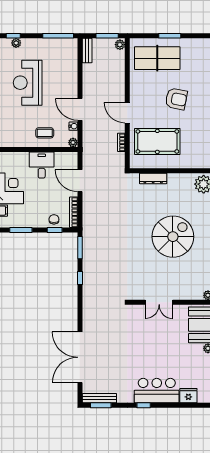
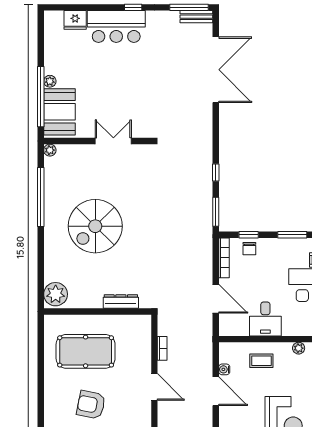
pool table: (157, 141) -> (86, 351), moved
plant: (73, 143) -> (299, 348), moved
bench: (99, 398) -> (196, 17), width x0.73
window: (101, 405) -> (189, 7), width x1.44

